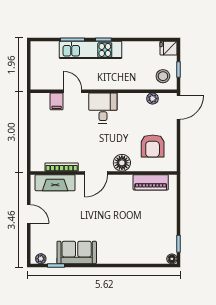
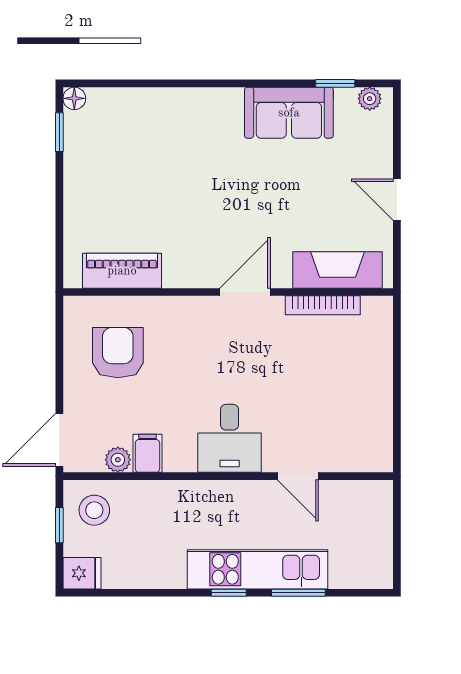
filing cabinet: (57, 101) -> (147, 453), moved
floor lamp: (122, 163) -> (187, 315), removed

